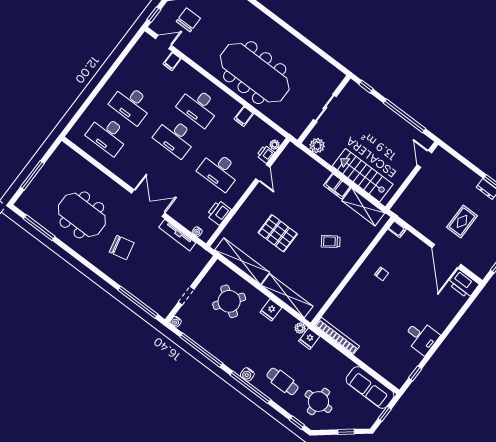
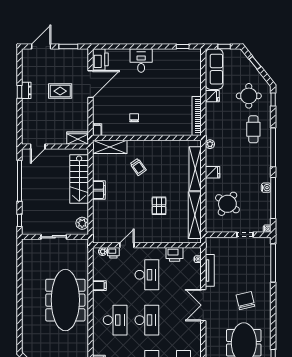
wardrobe: (403, 204) -> (78, 138), added
shelving: (363, 207) -> (110, 147), moved, turned 90
pallet: (278, 233) -> (159, 206), width x0.67, depth x0.71
desk: (421, 337) -> (141, 61), moved
fridge: (309, 339) -> (212, 96), moved
water cooler: (247, 374) -> (266, 188), moved

